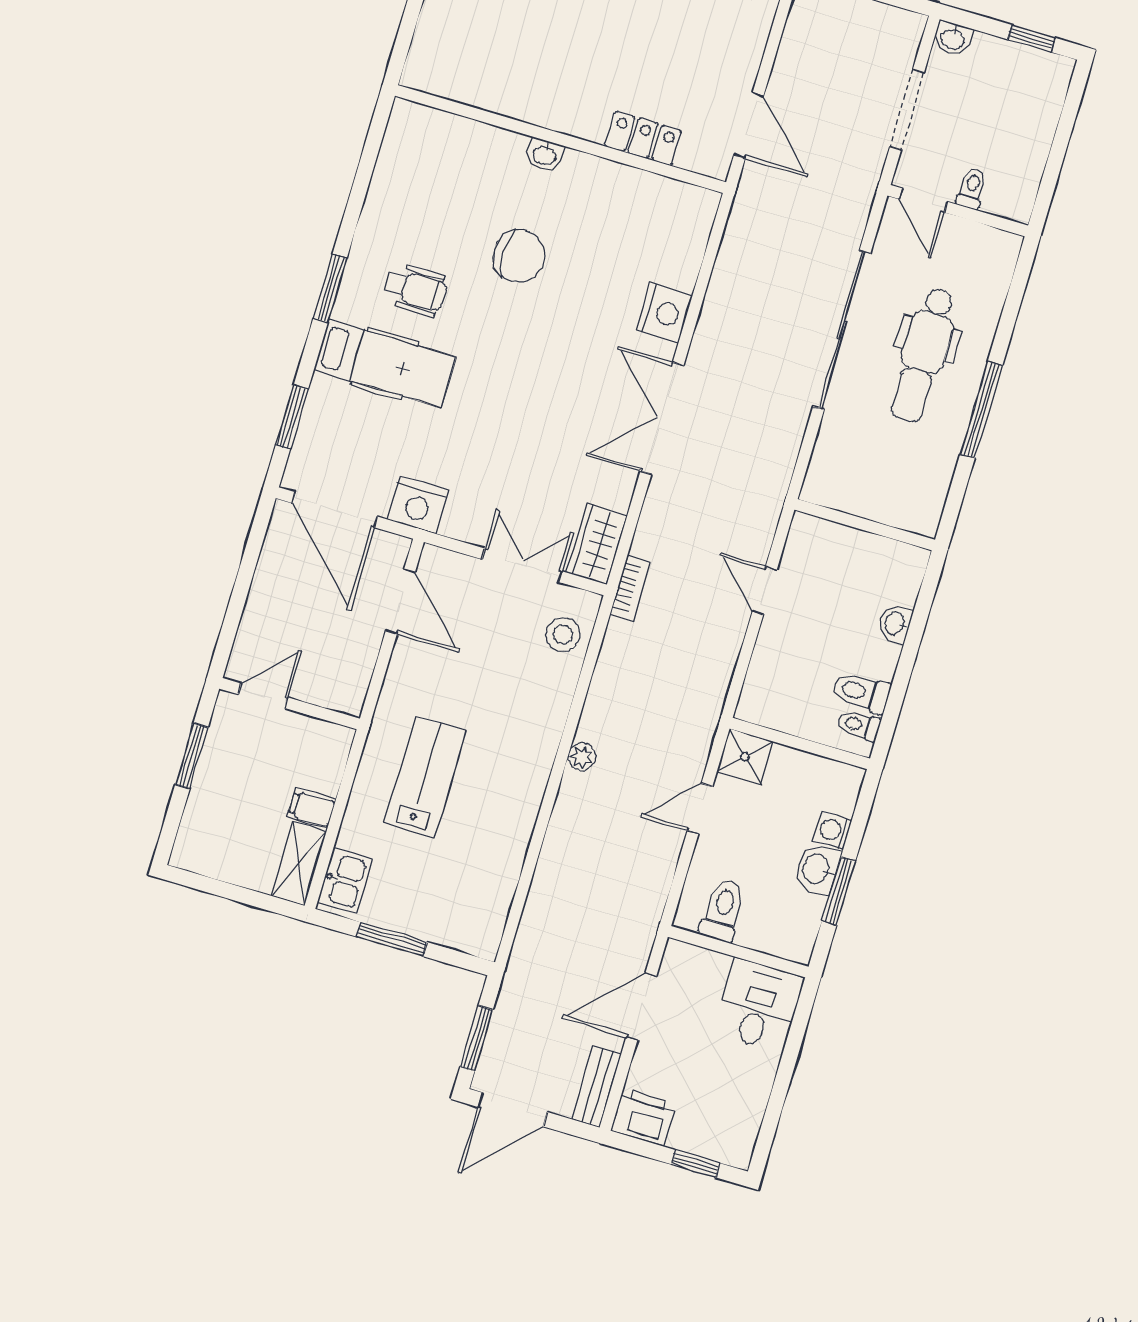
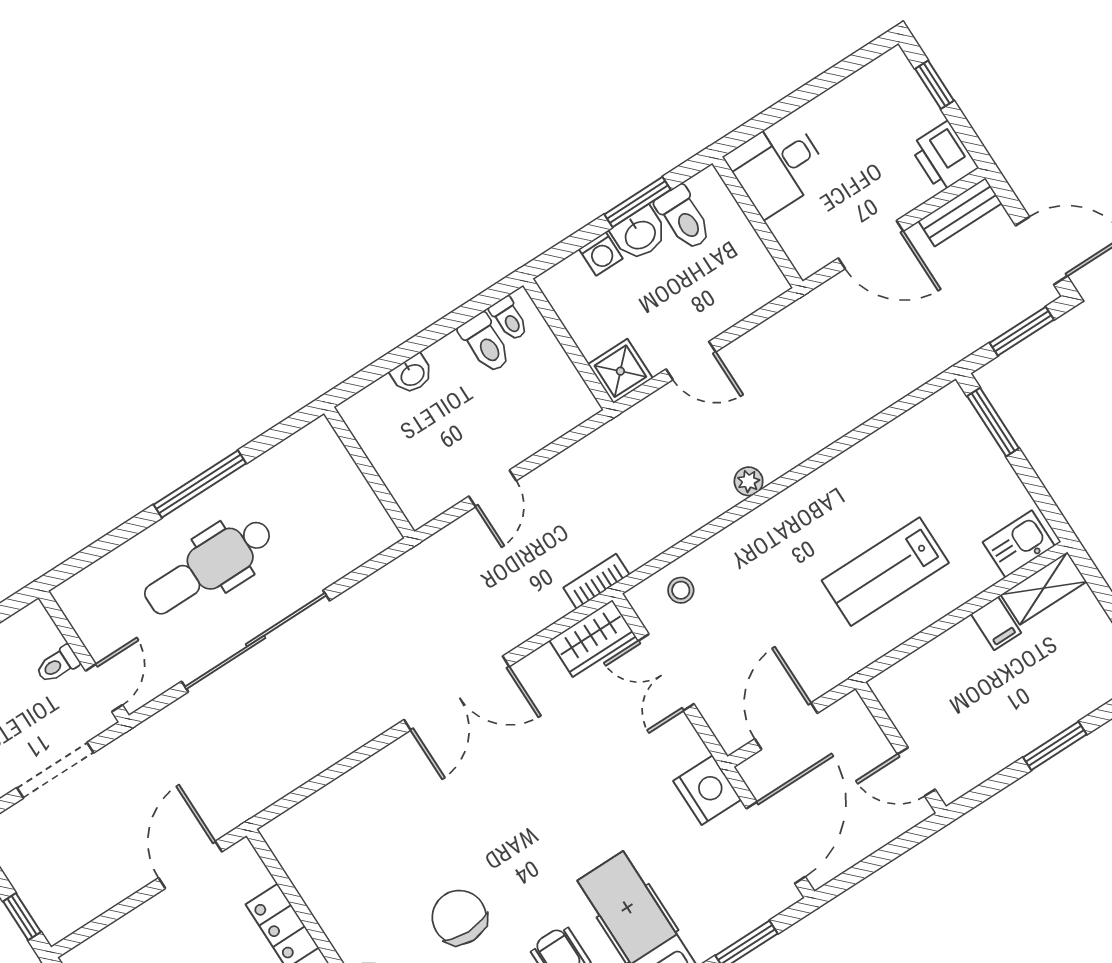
nightstand: (664, 313) -> (384, 775), removed
dental chair: (923, 355) -> (208, 566), turned 180
stool: (563, 635) -> (681, 590), width x0.73, depth x0.73
door: (263, 696) -> (916, 772), moved
wall: (290, 704) -> (901, 748), moved
toilet: (723, 910) -> (684, 218), moved, turned -90
window: (392, 939) -> (993, 422), moved

